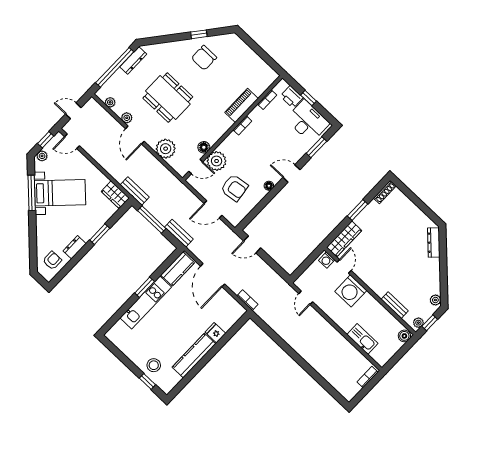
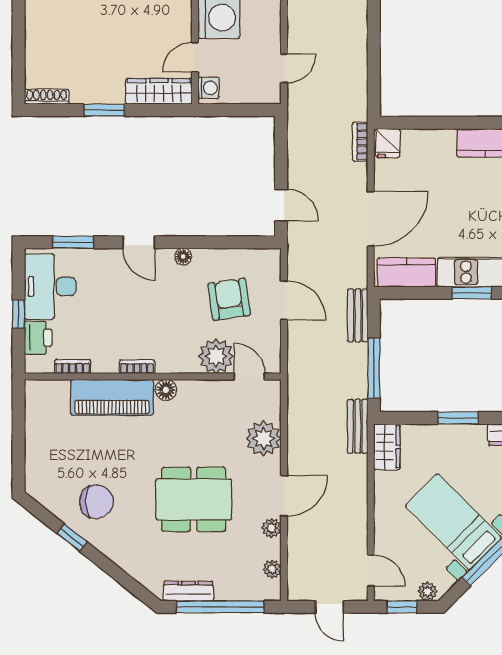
dining table: (168, 98) -> (194, 499), turned 90
piano: (241, 105) -> (112, 397), width x1.37, depth x1.33
floor lamp: (204, 147) -> (166, 390), moved
fridge: (215, 333) -> (388, 143), moved

